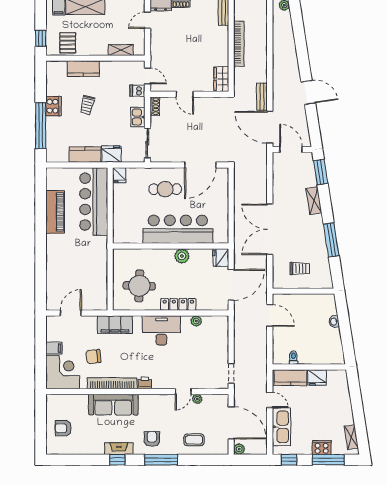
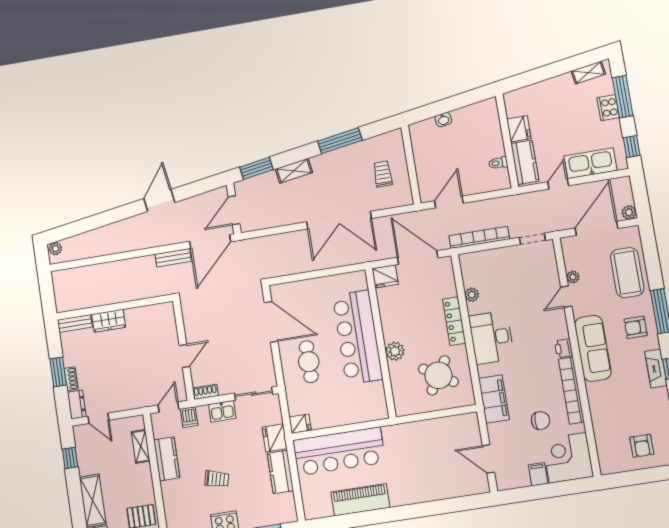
bookcase: (239, 43) -> (479, 237), moved
kitchen counter: (83, 69) -> (167, 459), moved
wardrobe: (221, 79) -> (109, 321), moved
plant: (182, 256) -> (395, 351), moved
round table: (139, 286) -> (438, 375), turned 30
chair: (93, 357) -> (541, 421), turned -84
door: (183, 392) -> (566, 297), swing flipped
sofa: (113, 405) -> (593, 348), moved
coffee table: (194, 440) -> (627, 273), width x1.86, depth x1.72

